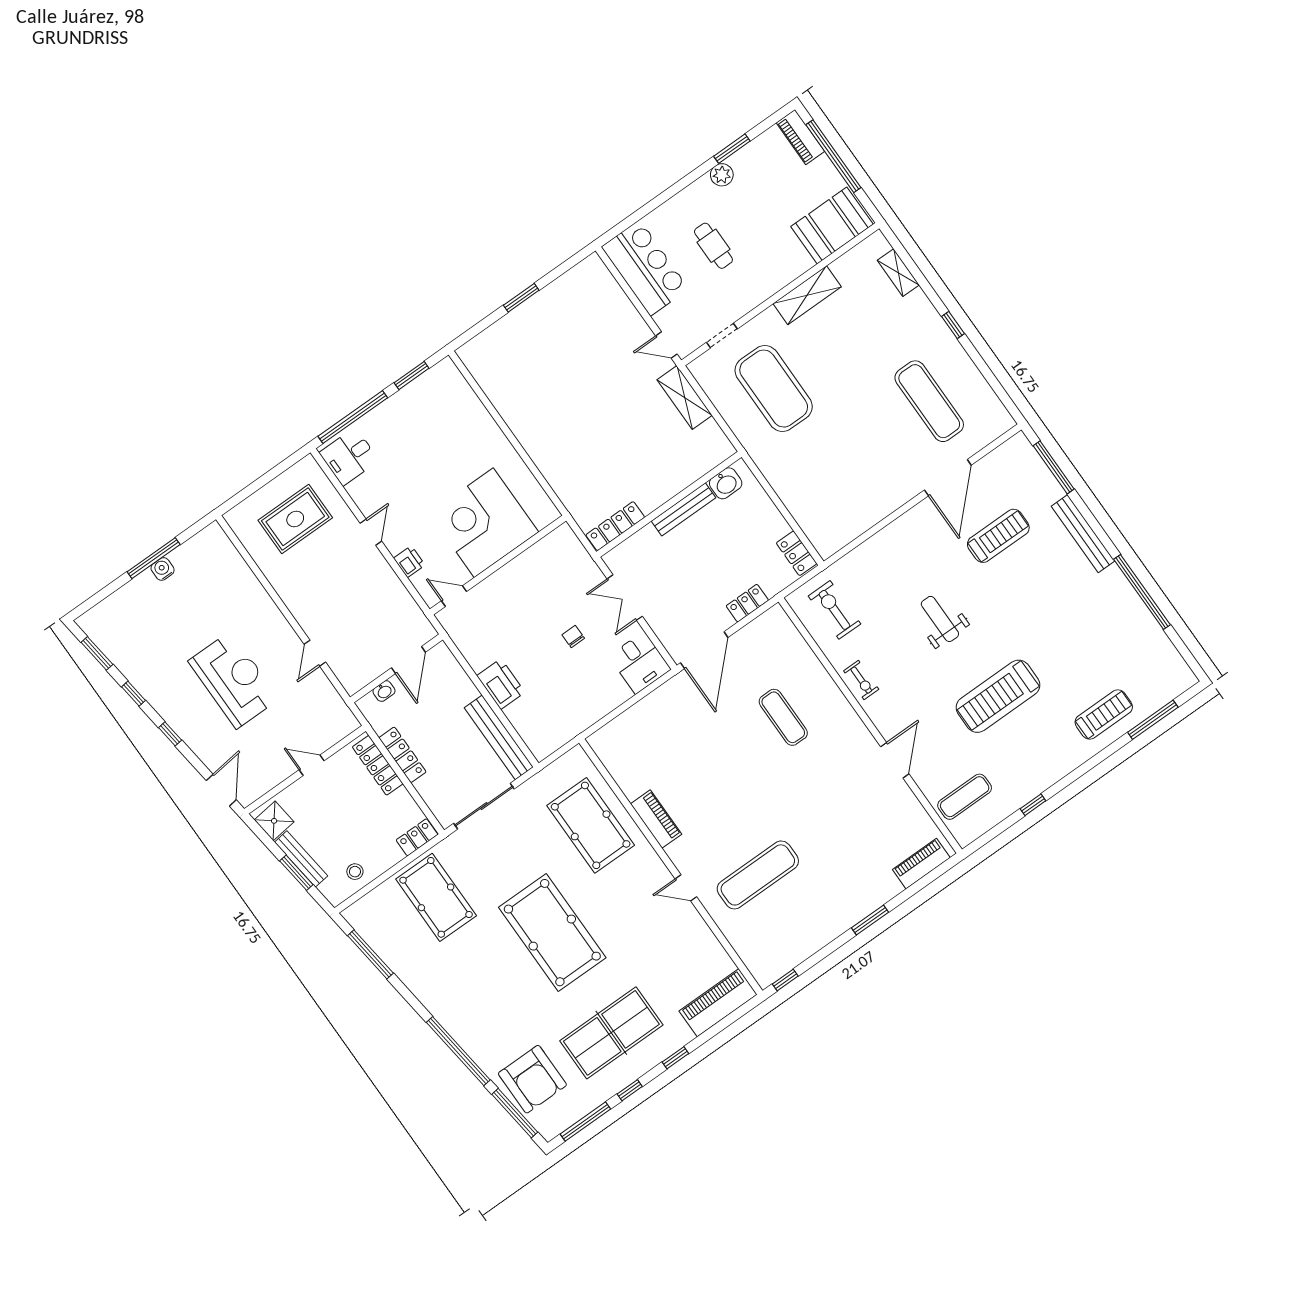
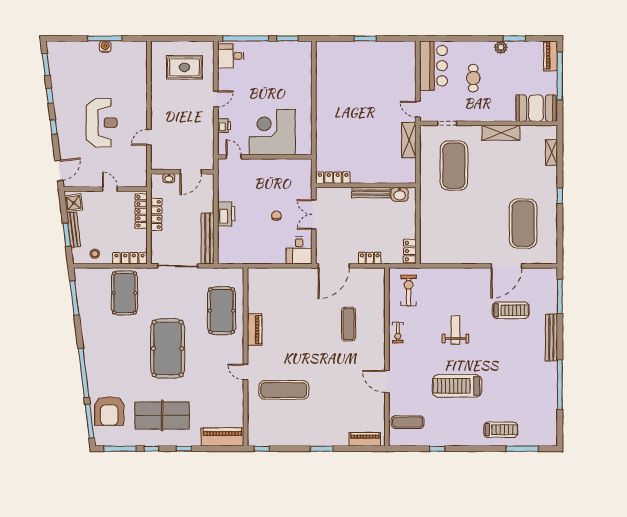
exercise mat: (929, 401) -> (523, 224), width x1.47
door: (895, 760) -> (387, 382), swing flipped
locker: (417, 837) -> (130, 258), width x1.53

